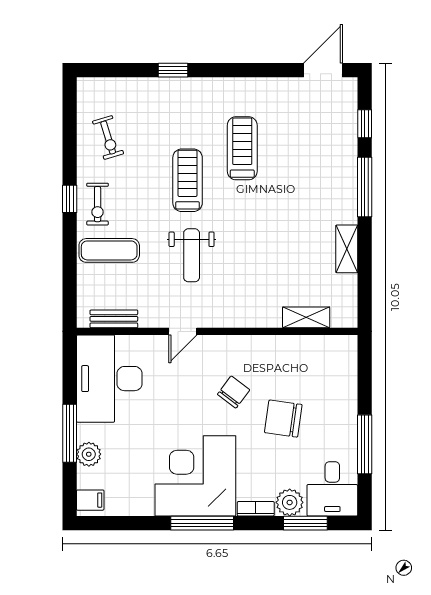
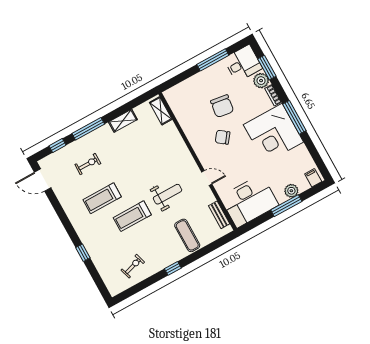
exercise bike: (98, 204) -> (88, 164), moved
shelving: (306, 317) -> (161, 111), moved

